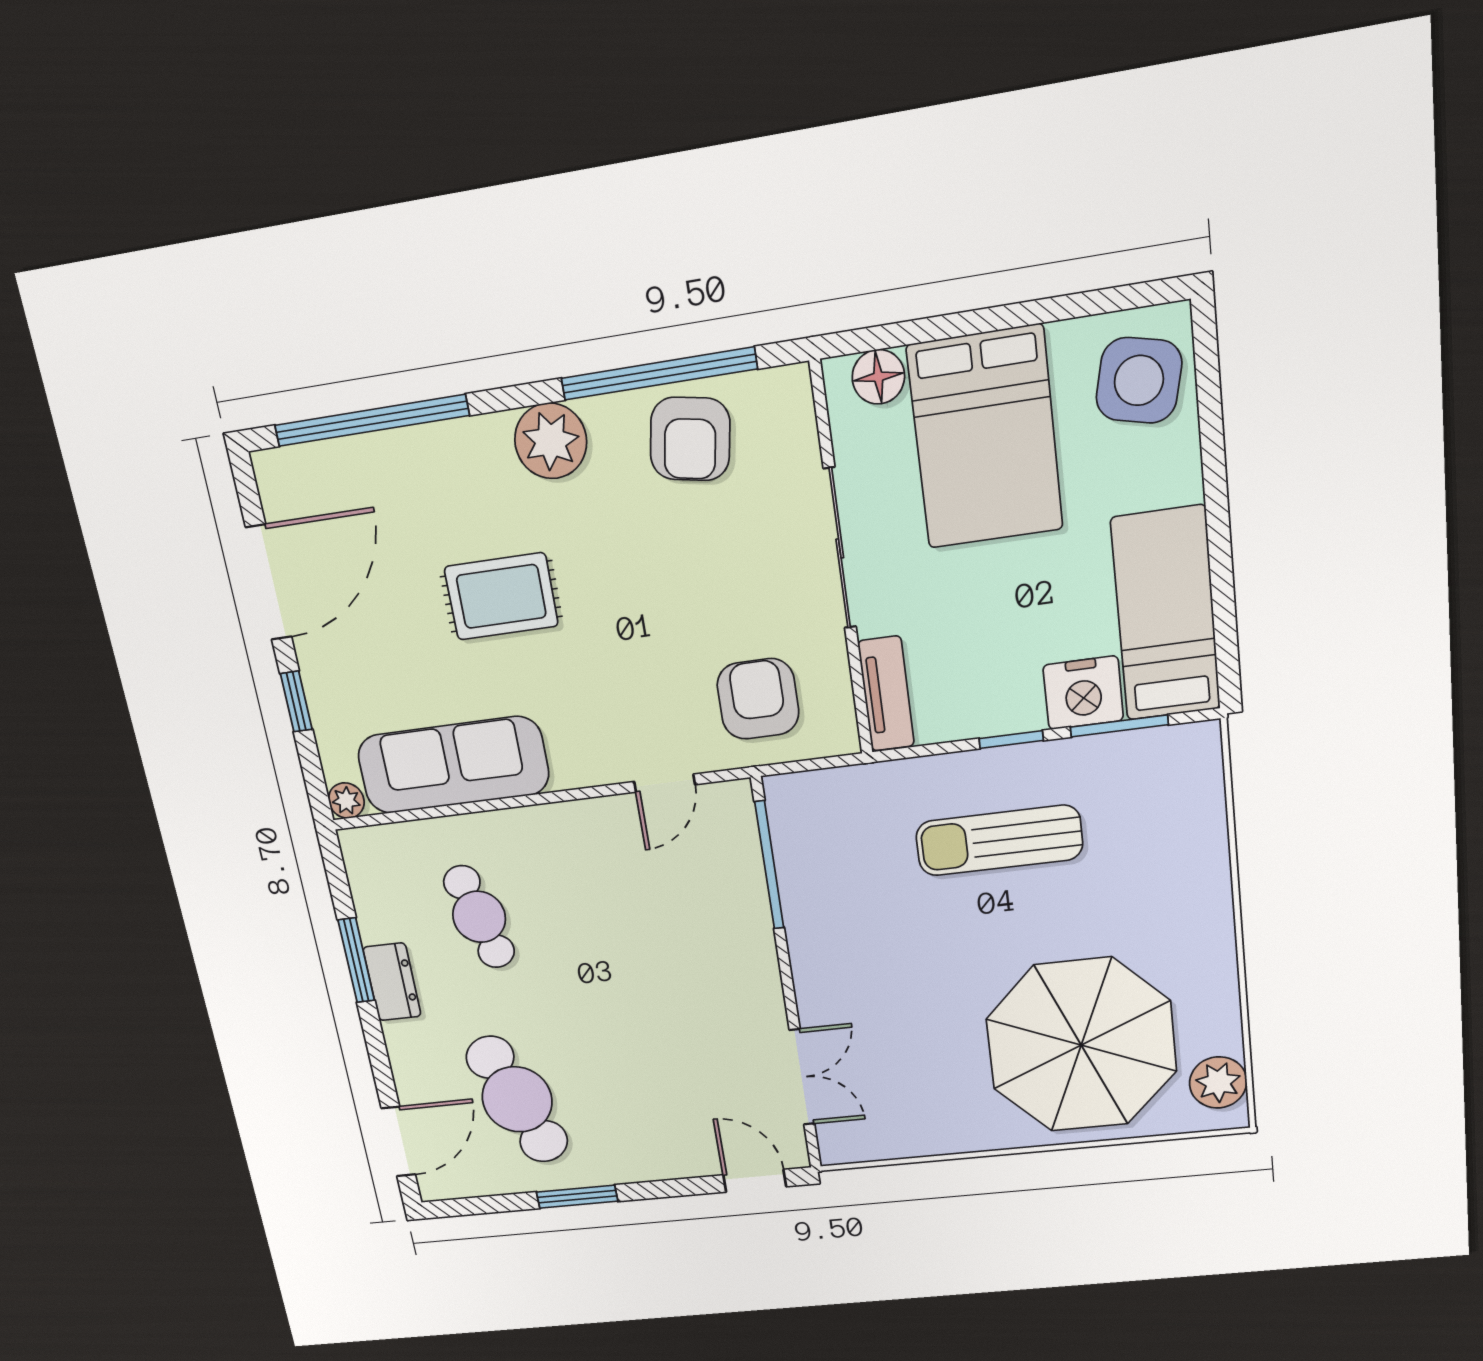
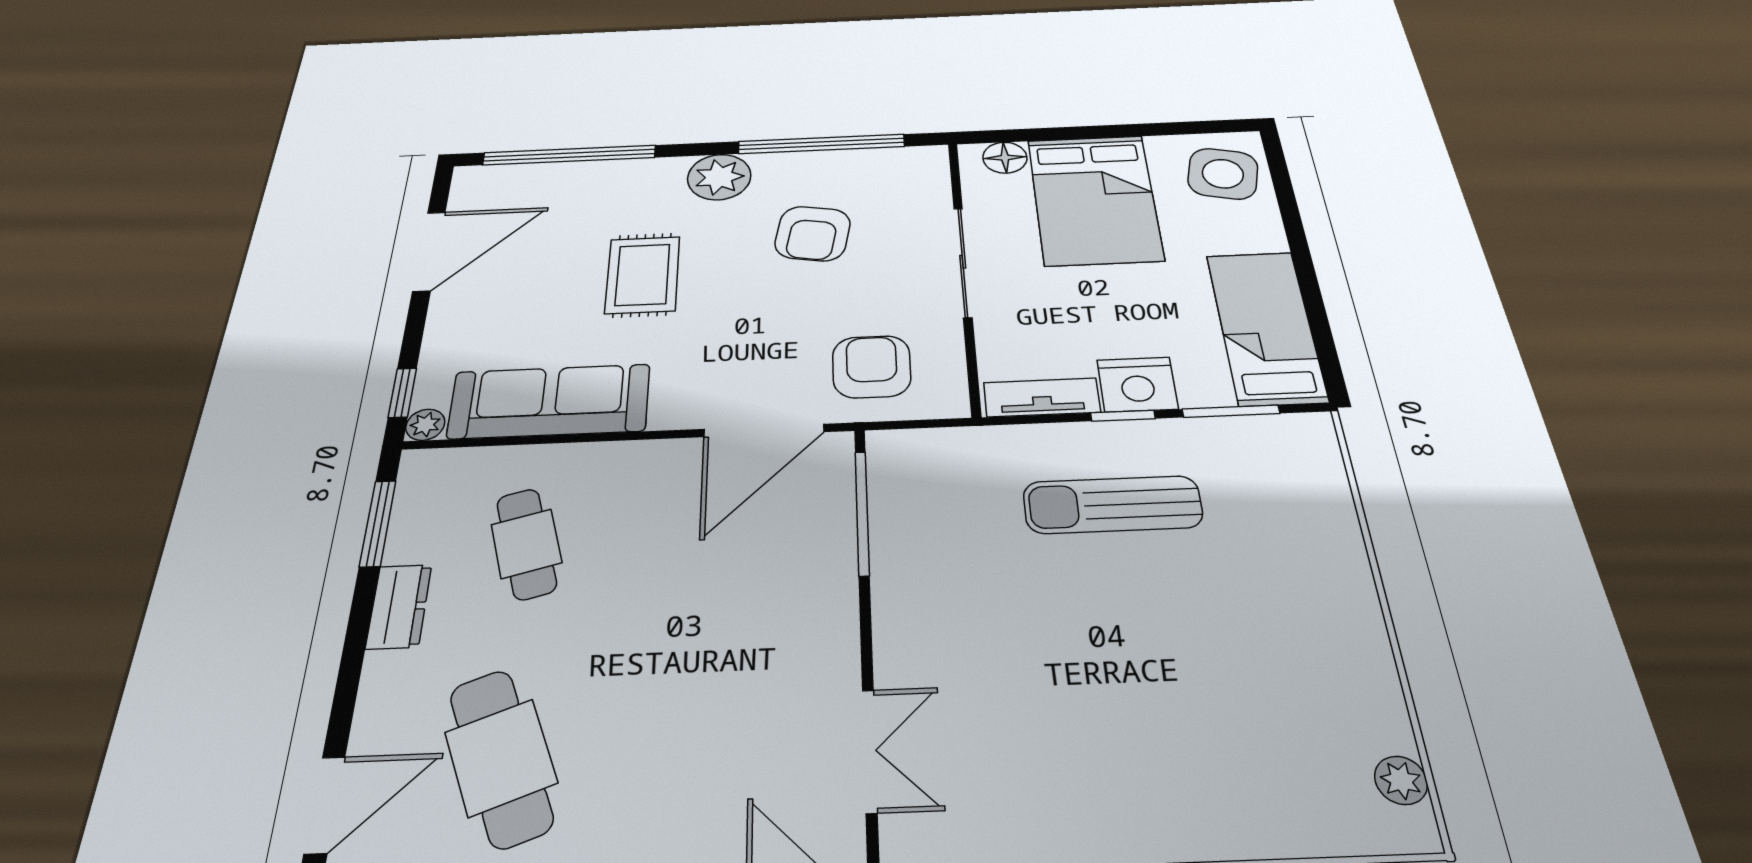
armchair: (690, 439) -> (813, 234), moved
rug: (501, 596) -> (643, 275), turned 90
nightstand: (1083, 693) -> (1137, 384), moved
tv unit: (886, 694) -> (1042, 397), moved, turned -90
window: (296, 701) -> (402, 393), moved
door: (665, 783) -> (764, 431), width x1.88
window: (356, 960) -> (378, 523), moved
parasol: (1081, 1045) -> (1218, 732), removed
plant: (1218, 1082) -> (1401, 780), width x0.73, depth x0.73

